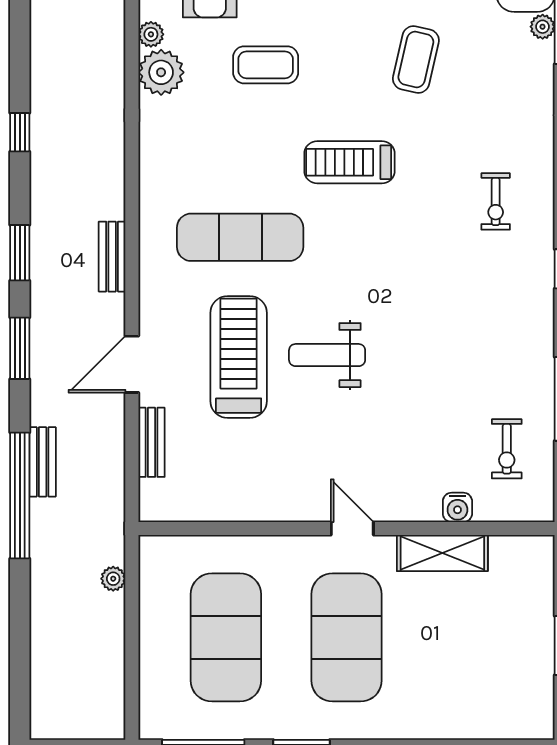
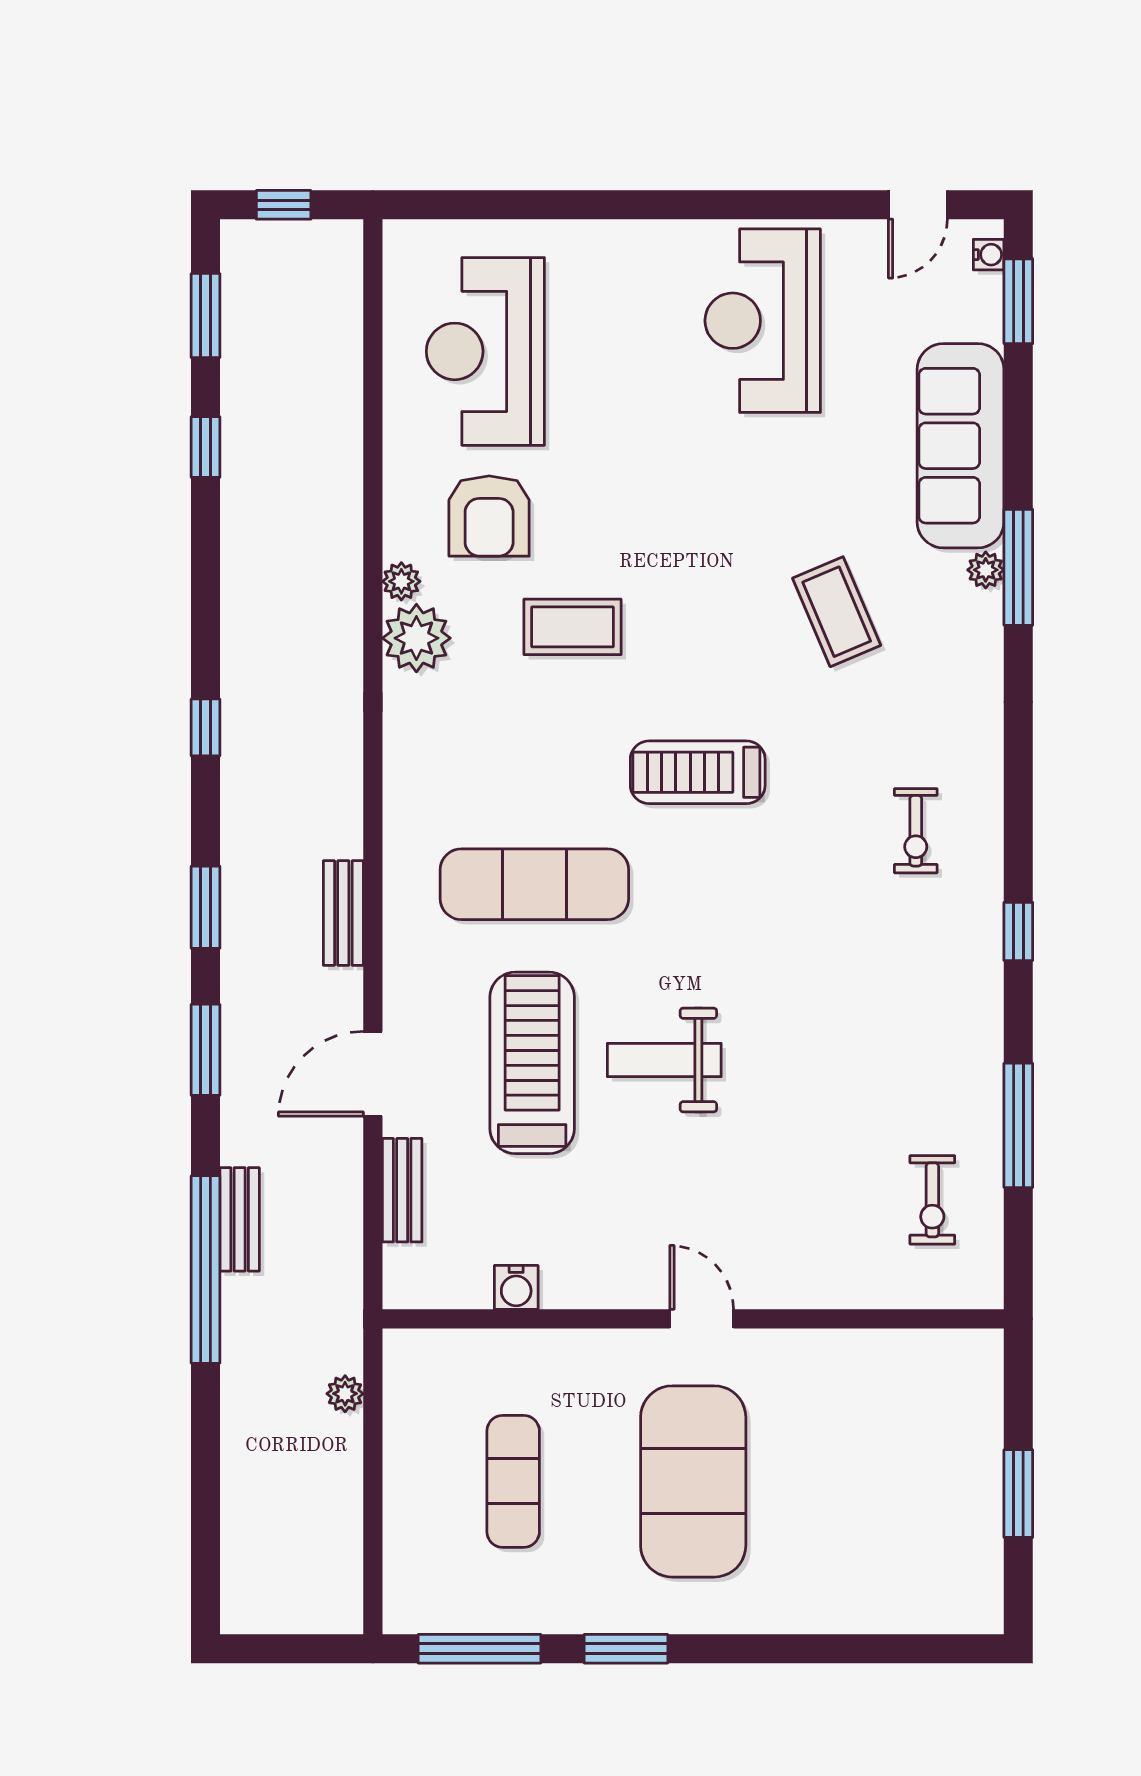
coffee table: (416, 60) -> (837, 612), moved, turned -36
water cooler: (457, 507) -> (516, 1287), moved
shelving: (442, 553) -> (836, 1355), removed
exercise mat: (226, 637) -> (513, 1481), width x0.50, depth x0.69

